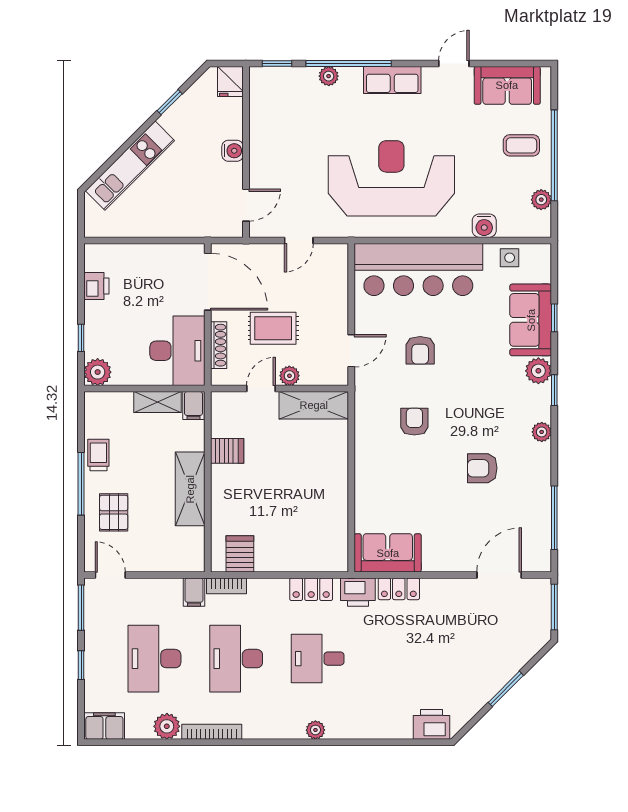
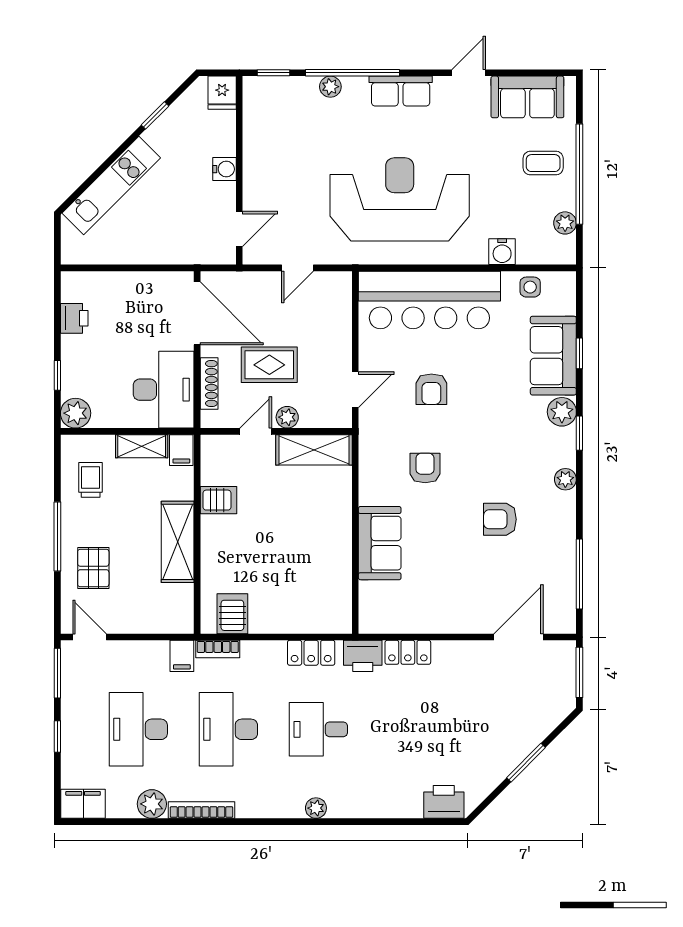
trolley: (98, 455) -> (91, 480), moved
sofa: (388, 553) -> (380, 543), moved, turned 90

